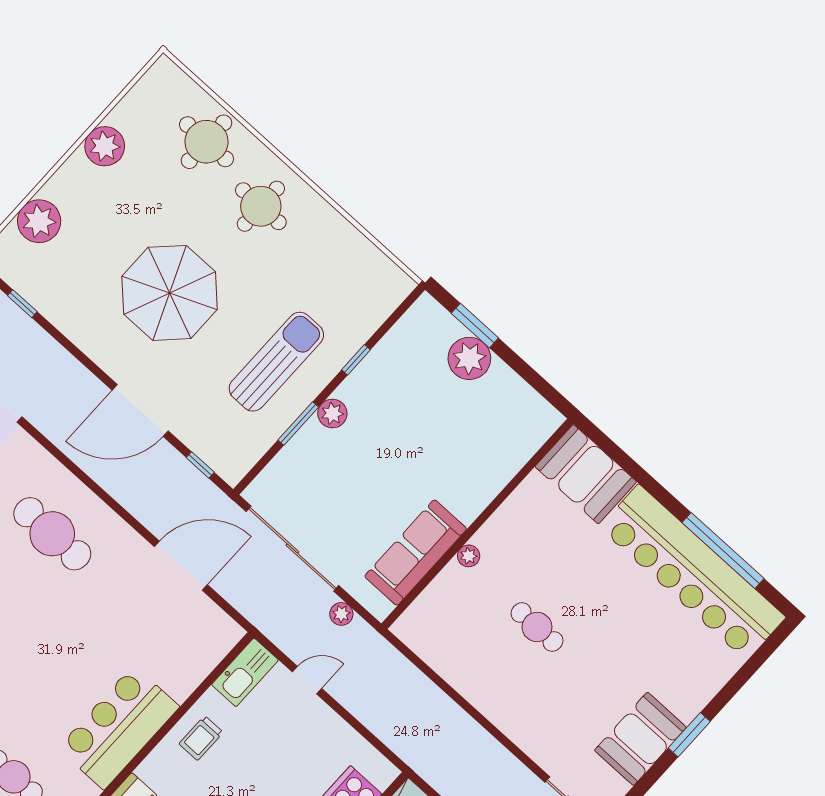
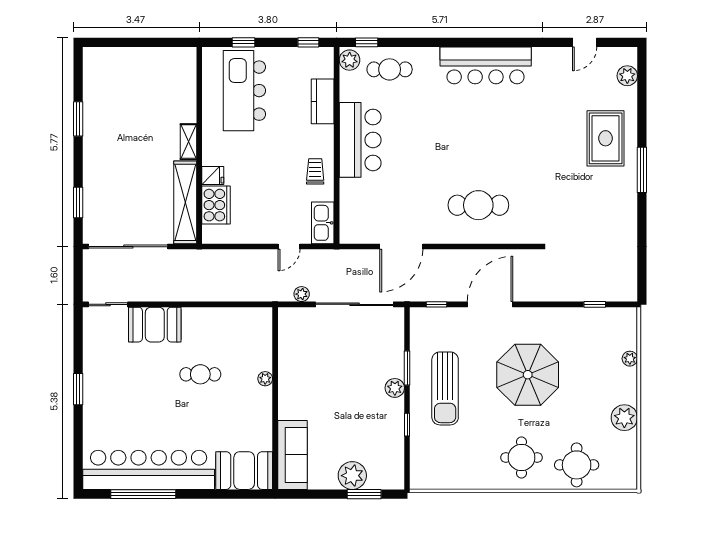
plant: (39, 221) -> (630, 359), width x0.53, depth x0.53
sofa: (416, 553) -> (293, 455), moved
booth: (640, 739) -> (155, 325), moved, turned 90

